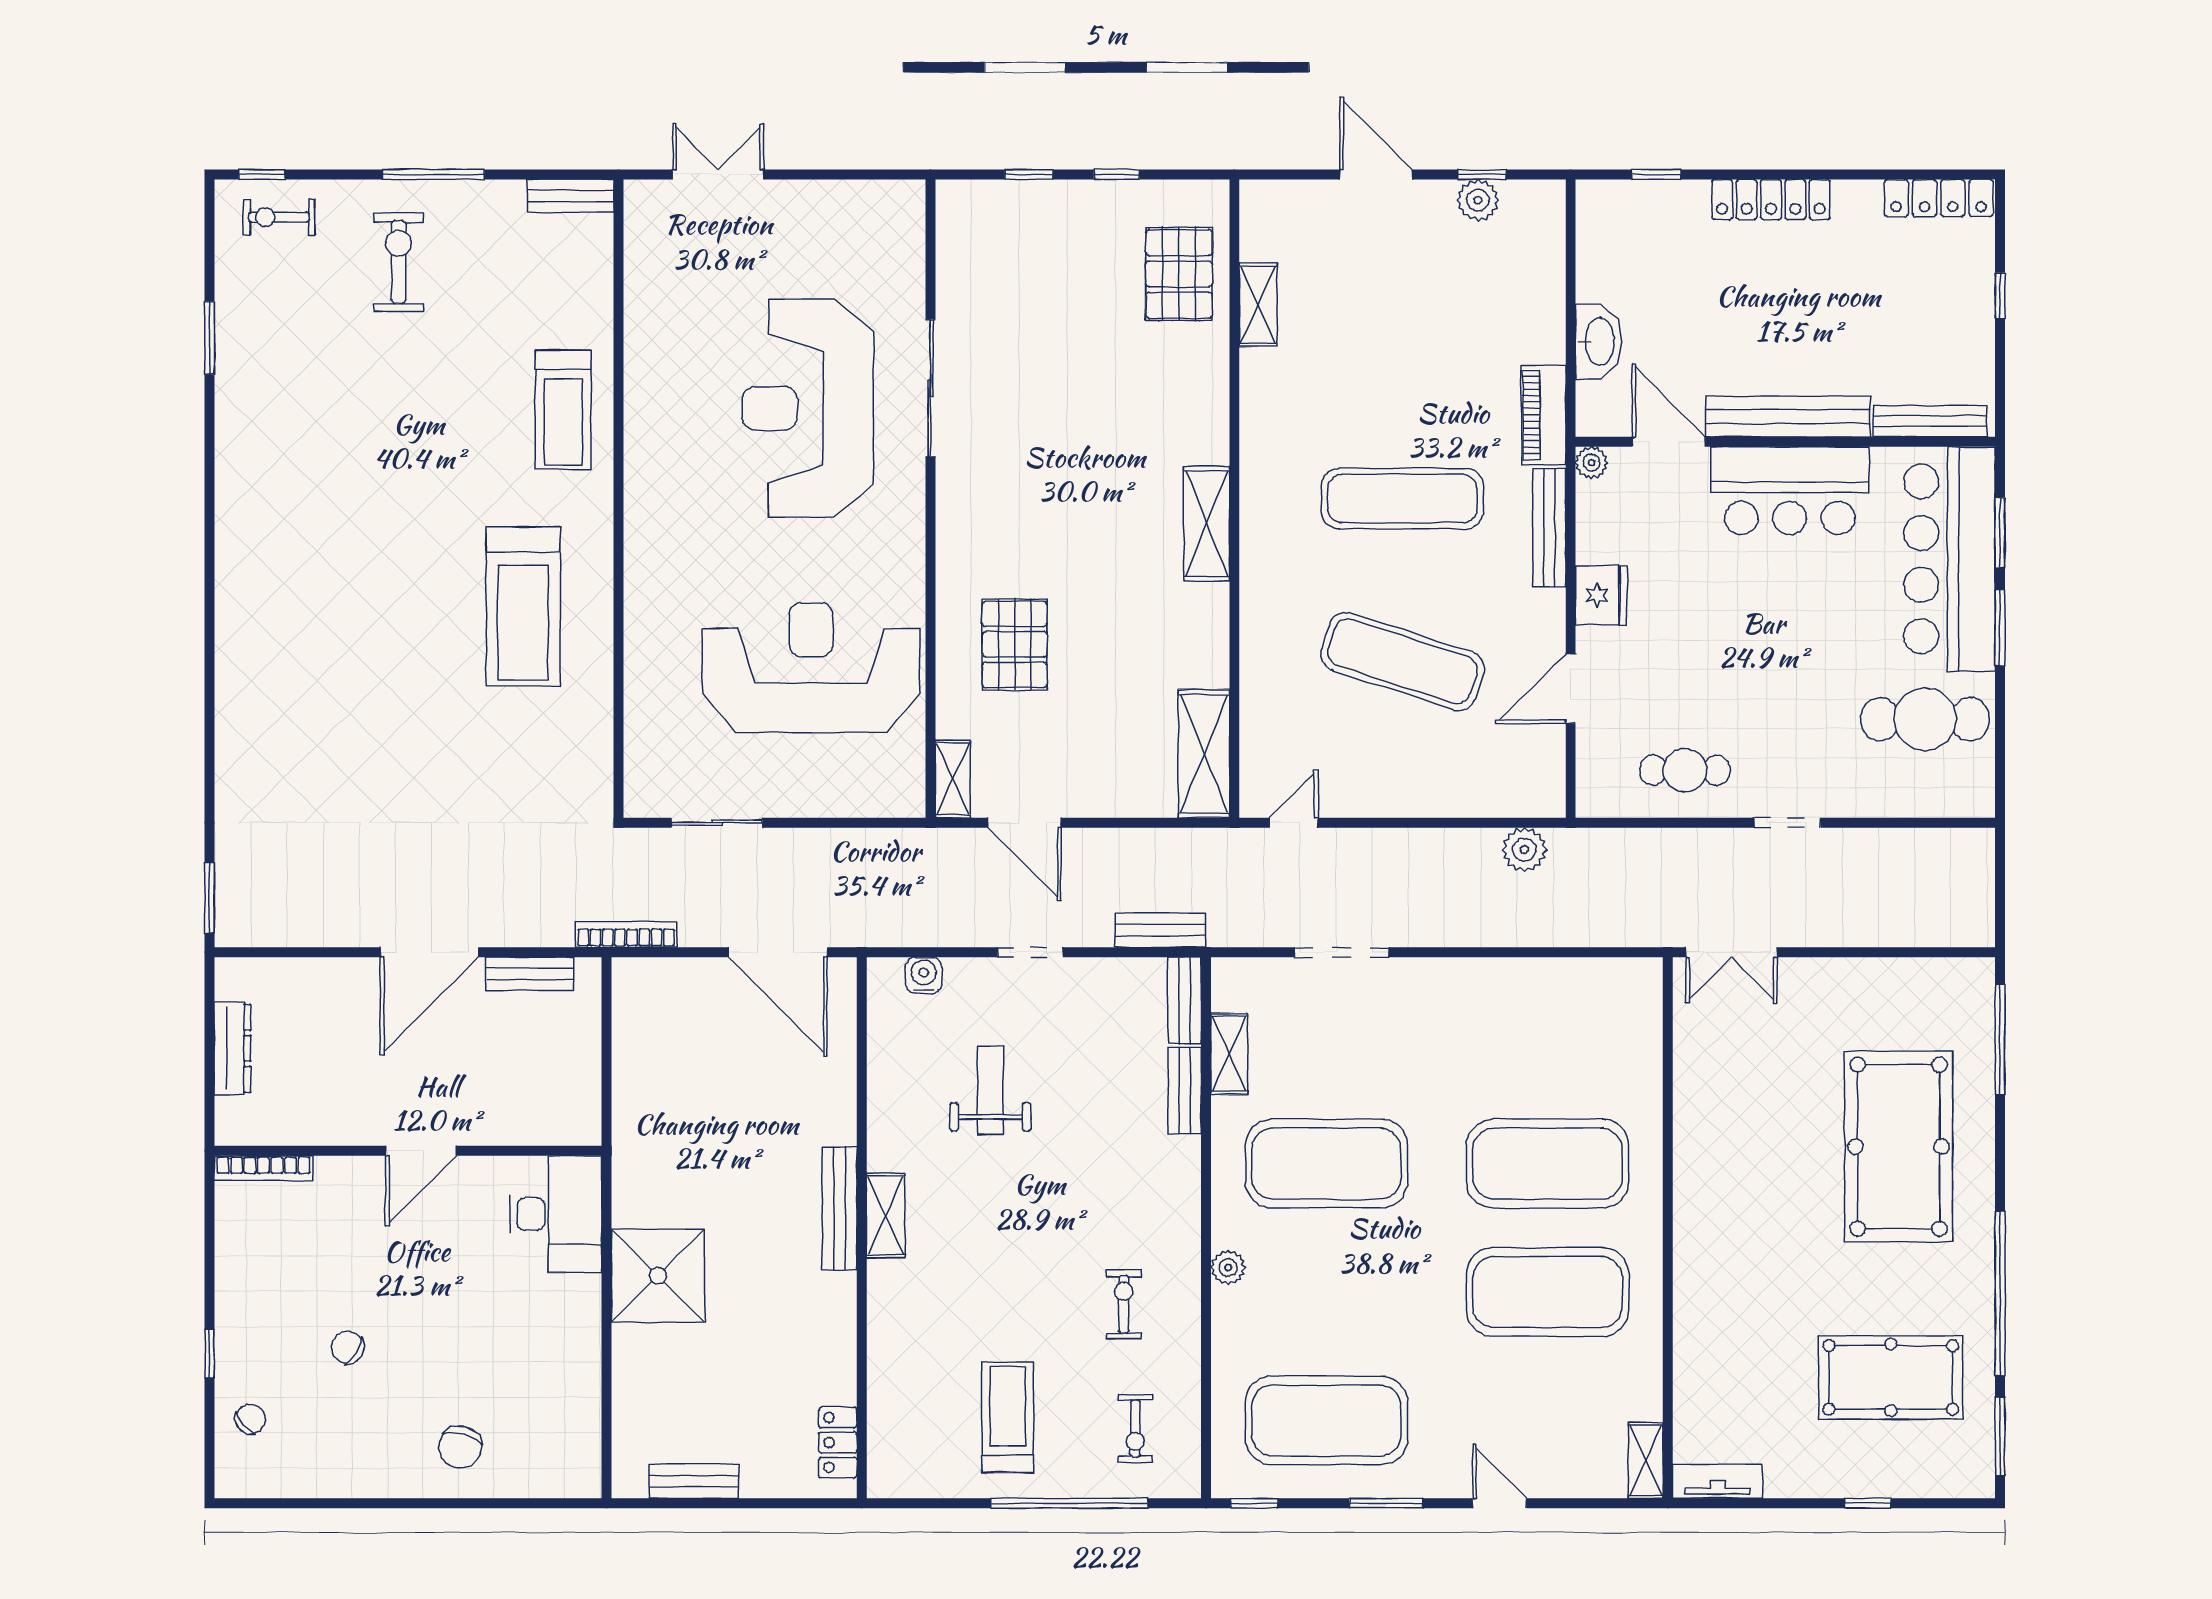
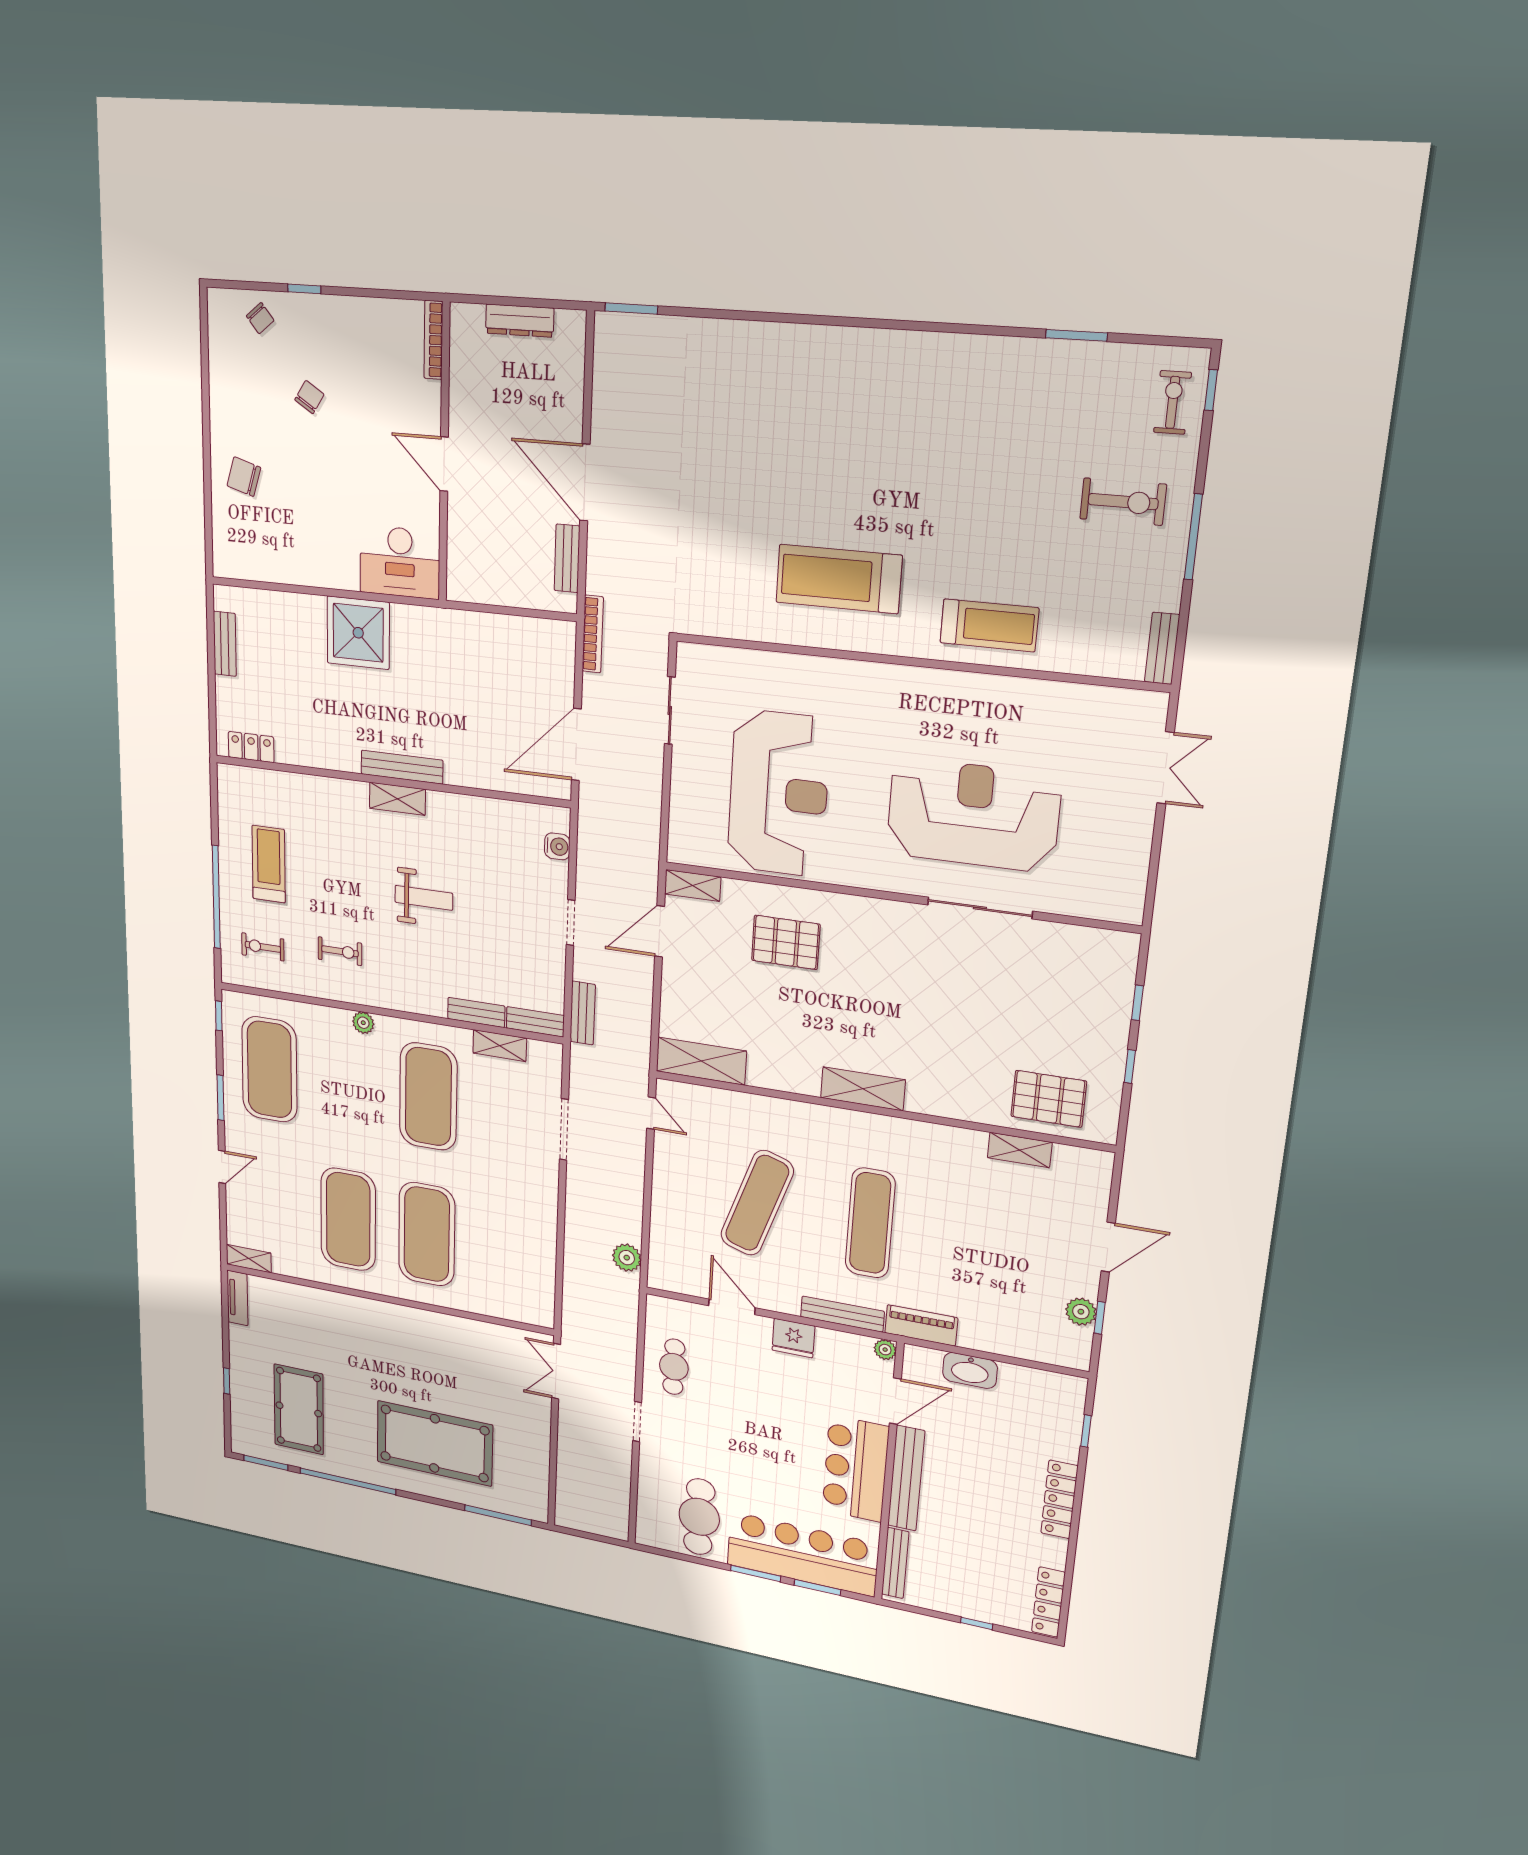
treadmill: (563, 410) -> (989, 625), turned 180
weight bench: (990, 1090) -> (424, 898), moved
treadmill: (1008, 1417) -> (269, 864), turned -90

